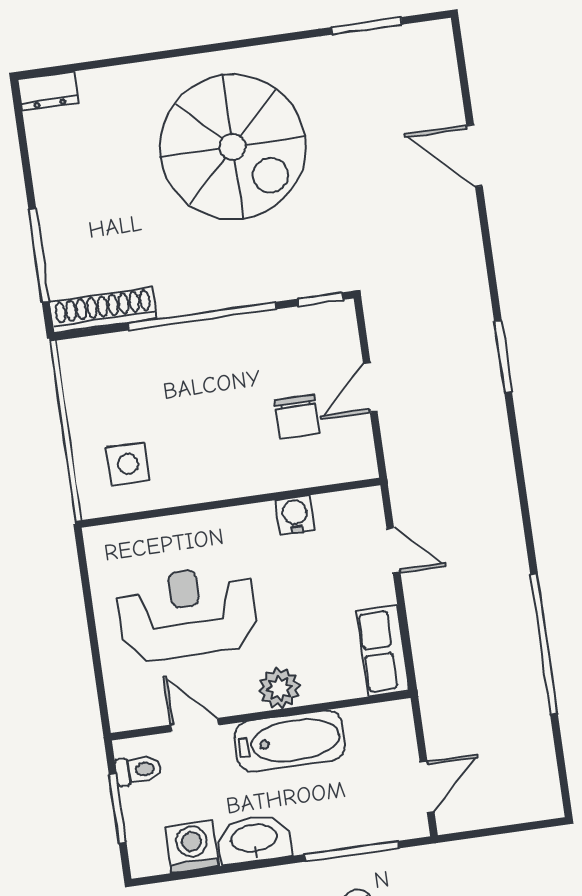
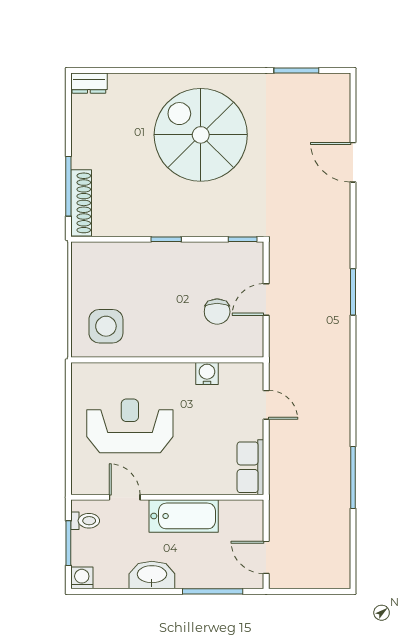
spiral stairs: (233, 147) -> (201, 135), turned 180
shoe rack: (103, 310) -> (81, 203), moved, turned 90
window: (202, 316) -> (166, 239), width x0.32
side table: (128, 464) -> (106, 326), width x1.37, depth x1.37
window: (544, 644) -> (353, 478), width x0.68
plant: (279, 688) -> (182, 482), removed
door: (427, 787) -> (266, 557), swing flipped
washing machine: (192, 846) -> (82, 578), moved, width x0.73, depth x0.73

